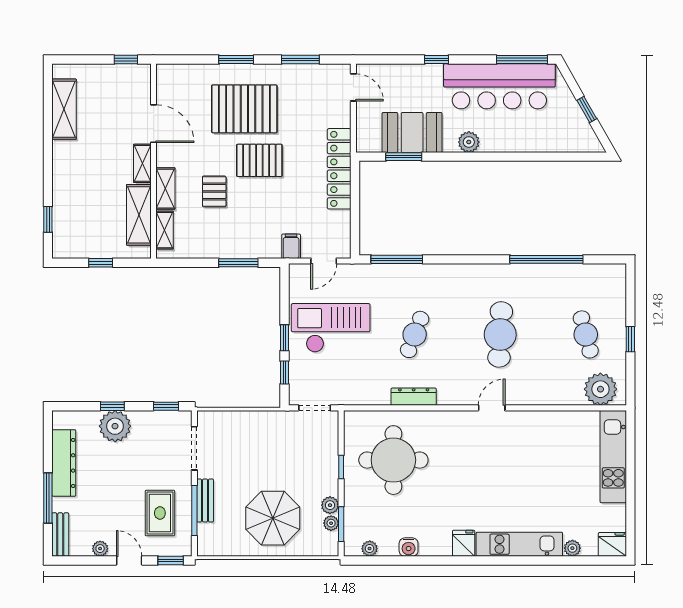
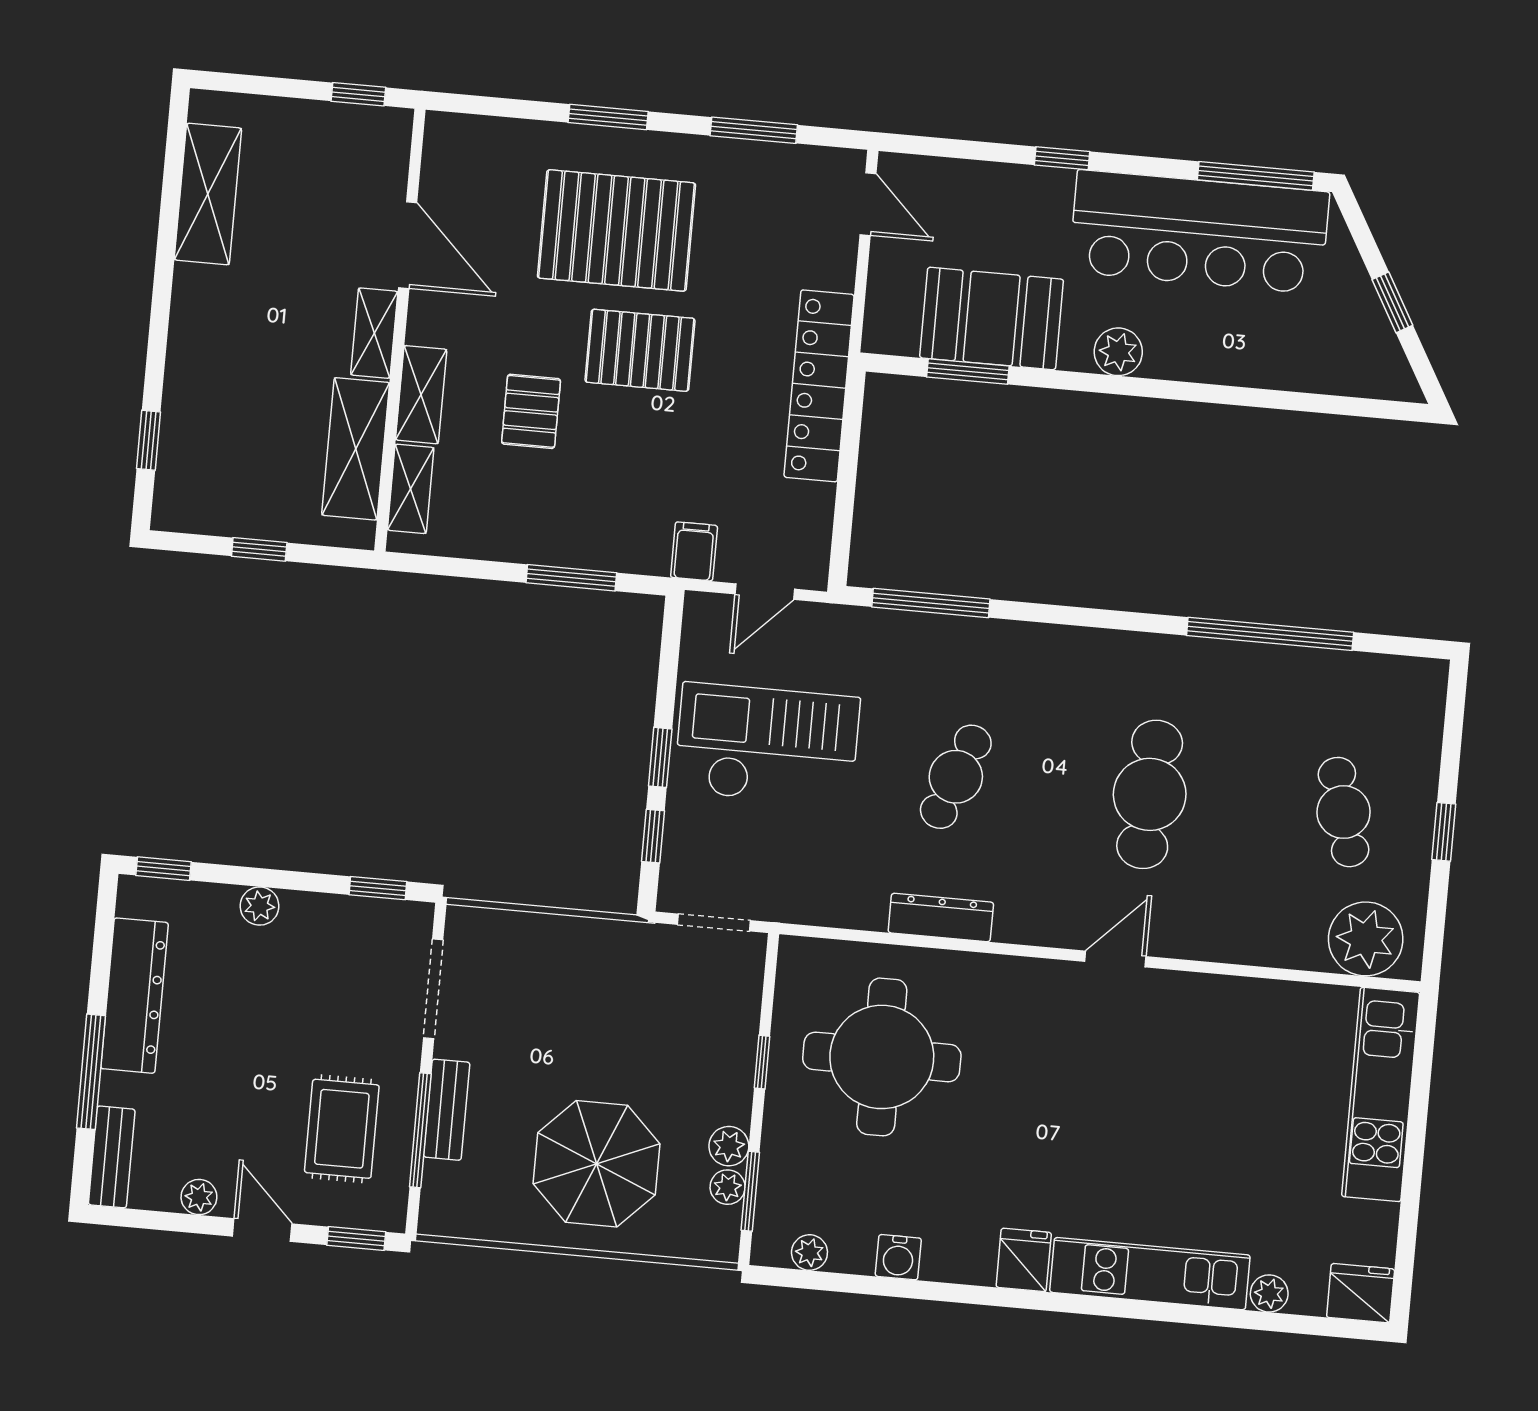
window: (112, 406) -> (164, 869), moved
plant: (115, 426) -> (259, 906), width x0.53, depth x0.53

